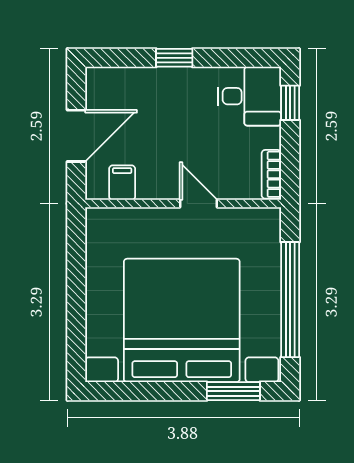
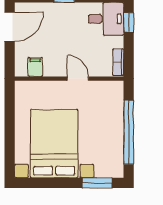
door: (76, 136) -> (10, 27), moved
bed with nightstands: (182, 320) -> (54, 144), width x0.73

